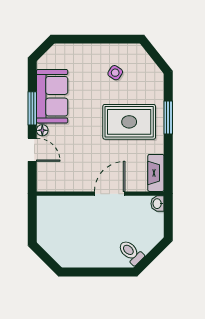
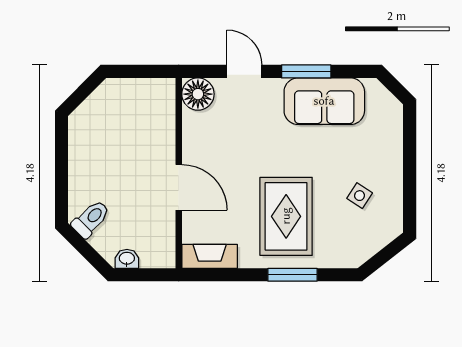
floor lamp: (42, 130) -> (198, 94), moved, width x1.89, depth x1.89
door: (32, 150) -> (244, 71), swing flipped
washbasin: (158, 204) -> (127, 259), moved

